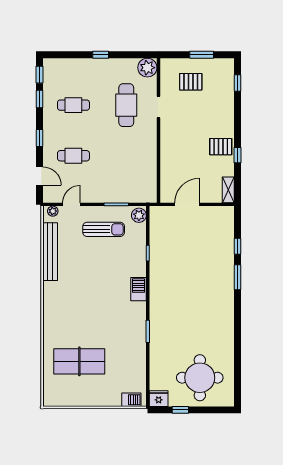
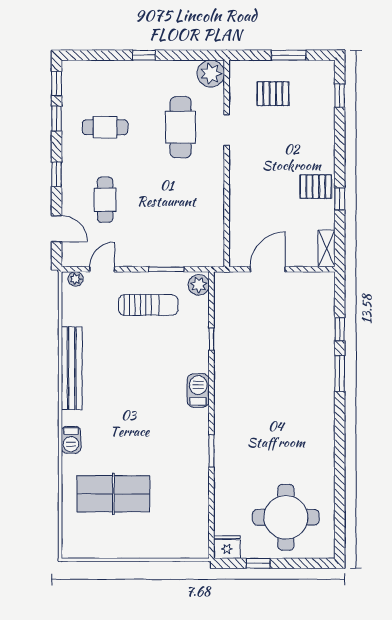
cafe table: (73, 156) -> (105, 200), turned 90
bench: (50, 252) -> (72, 368), moved
barbecue: (131, 400) -> (71, 440), moved, turned 90

